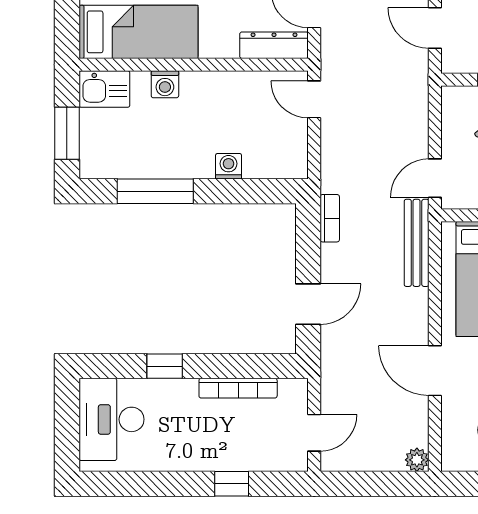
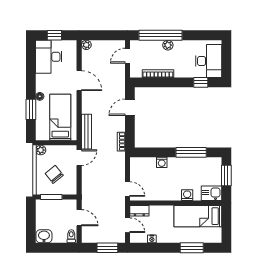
dresser: (274, 45) -> (139, 211), width x0.70
window: (165, 366) -> (201, 82), moved
plant: (213, 459) -> (168, 45), added
window: (232, 484) -> (160, 35), width x3.17

